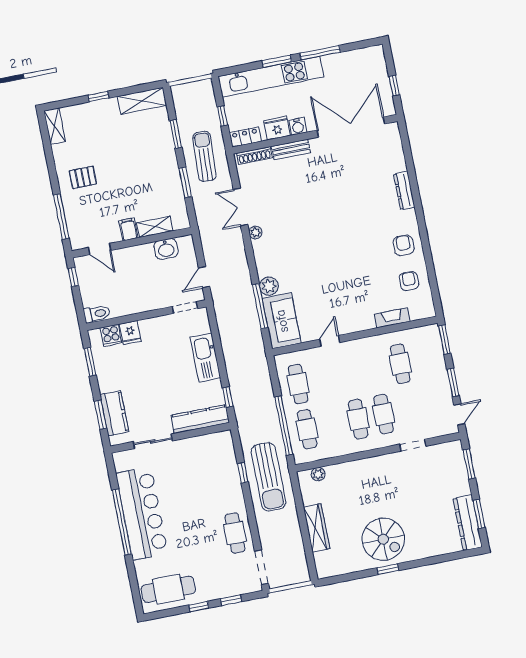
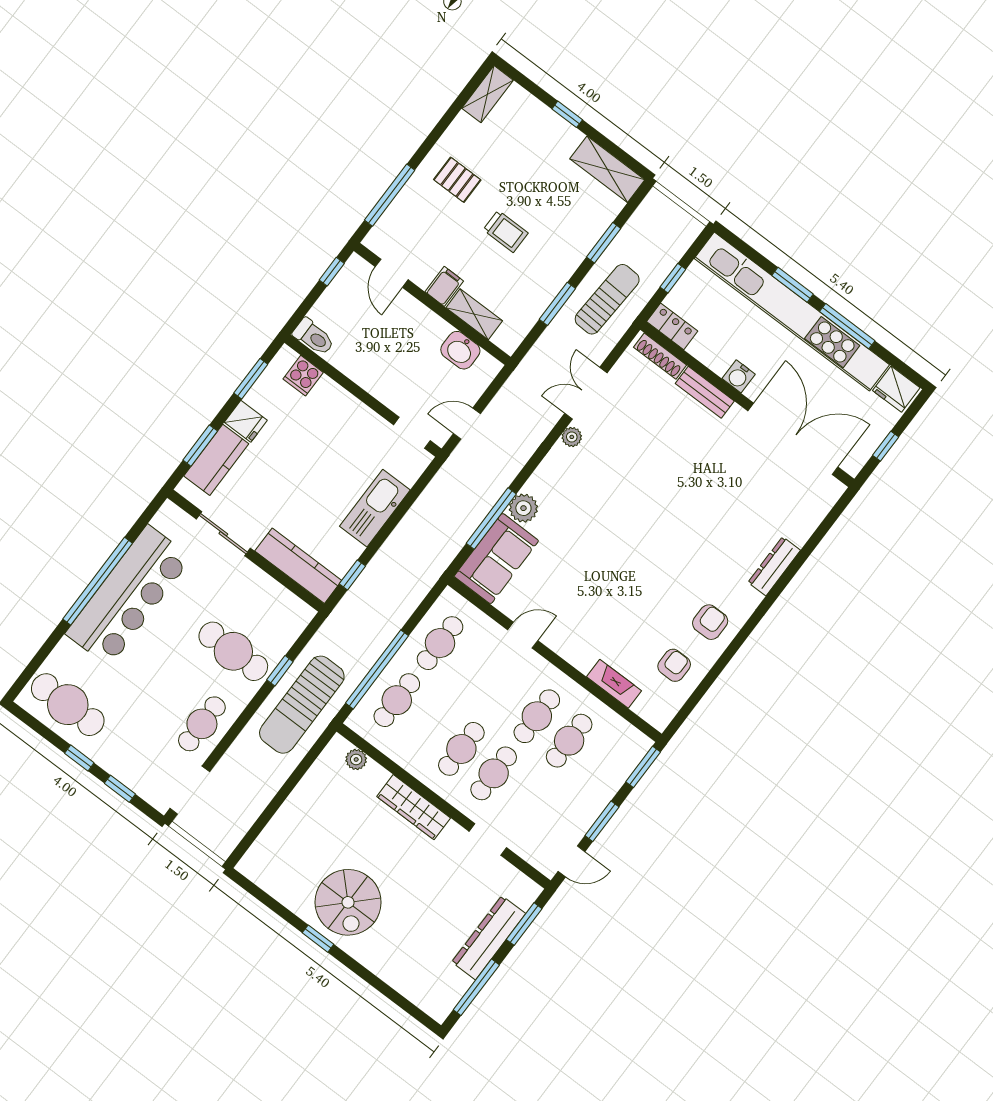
kitchen unit: (271, 77) -> (792, 312), width x1.36
fridge: (277, 128) -> (896, 389), moved, turned 180
trolley: (128, 176) -> (506, 231), added
fridge: (130, 333) -> (246, 421), moved, turned -90
cafe table: (375, 369) -> (537, 716), added
cafe table: (214, 487) -> (233, 651), added
window: (479, 514) -> (476, 987), width x1.44
dresser: (468, 523) -> (489, 938), moved
wardrobe: (316, 528) -> (414, 807), moved, turned 90

